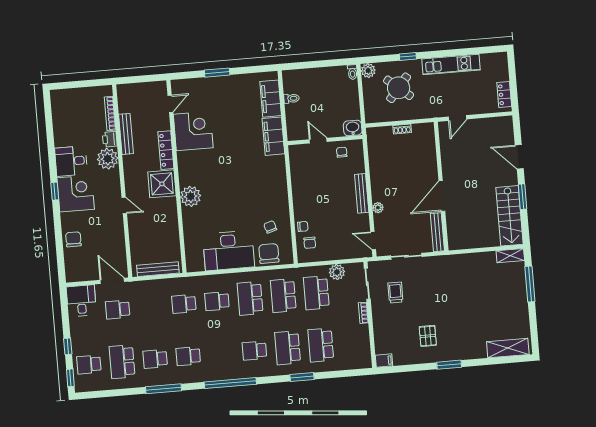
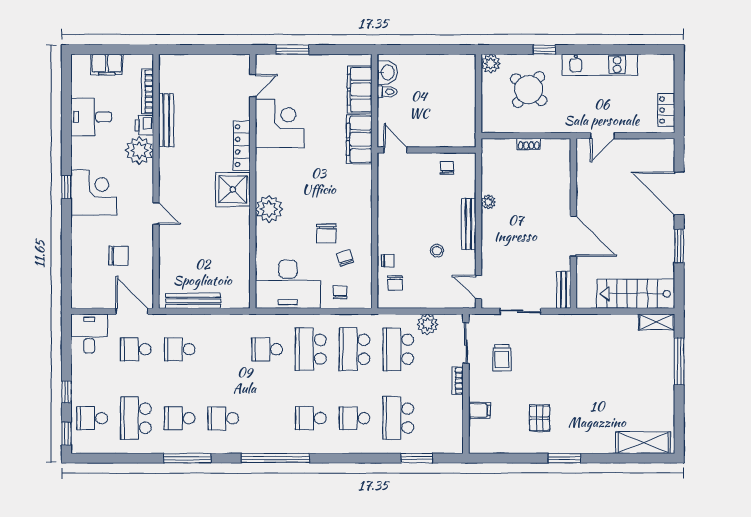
toilet: (352, 72) -> (470, 64), removed
filing cabinet: (77, 96) -> (107, 65), added
door: (170, 104) -> (253, 85), moved
washbasin: (353, 128) -> (387, 72), moved, turned 90
corner desk: (193, 131) -> (280, 123), moved
door: (318, 141) -> (395, 150), moved
locker: (166, 150) -> (242, 146), moved
door: (519, 157) -> (679, 193), width x1.36
desk: (71, 161) -> (91, 117), moved
wall: (176, 176) -> (253, 181), moved
shower: (162, 184) -> (233, 189), moved
plant: (191, 196) -> (269, 209), moved
door: (442, 196) -> (573, 236), swing flipped
plant: (378, 208) -> (488, 202), moved
chair: (255, 210) -> (326, 234), added
stool: (339, 216) -> (437, 251), added
stairs: (510, 216) -> (636, 294), moved, turned 90
bench: (437, 232) -> (564, 290), width x0.73
chair: (73, 239) -> (118, 256), moved, turned 90
chair: (269, 253) -> (340, 292), width x0.54, depth x0.54
trolley: (395, 293) -> (502, 358), turned 180
school desk: (184, 304) -> (180, 349), moved
school desk: (288, 348) -> (355, 418), width x0.54
filing cabinet: (384, 361) -> (479, 410), moved
window: (302, 377) -> (417, 458), moved

